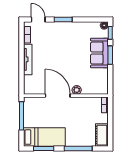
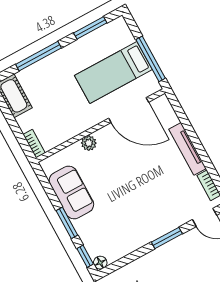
sofa: (99, 53) -> (71, 193), moved
door: (58, 96) -> (129, 110), moved
bed: (44, 137) -> (113, 73), moved

